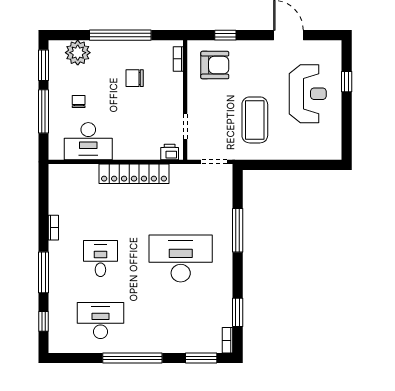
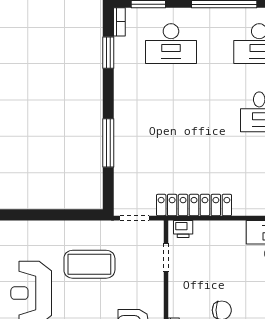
coffee table: (255, 120) -> (89, 264), turned 90
locker: (134, 174) -> (194, 205), moved
desk: (181, 258) -> (171, 44), moved, width x0.73, depth x0.77

